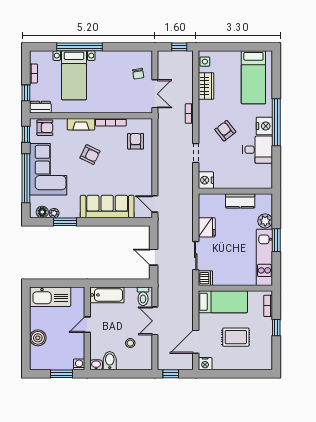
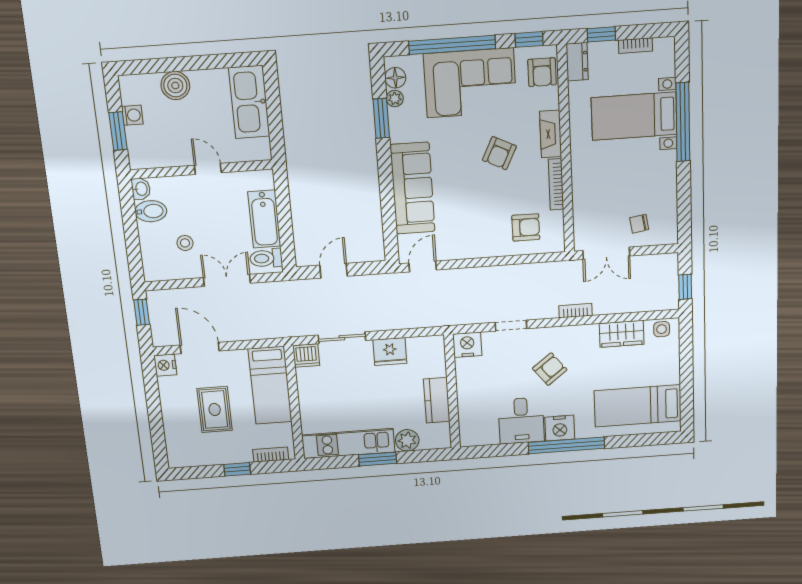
bathtub: (107, 295) -> (264, 219), moved
washing machine: (79, 364) -> (132, 115), moved

